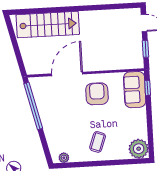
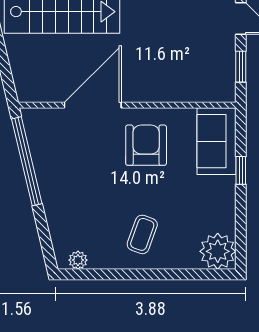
window: (148, 88) -> (241, 170), moved

